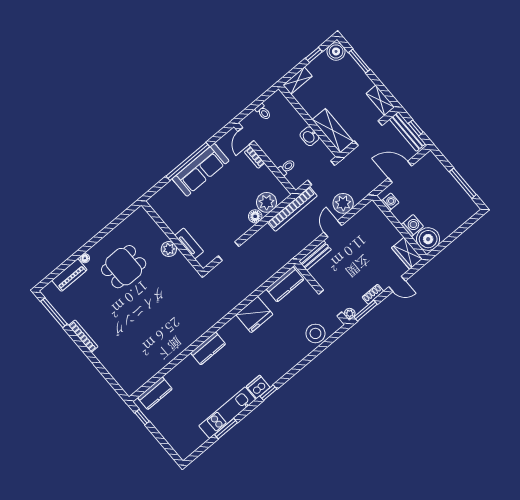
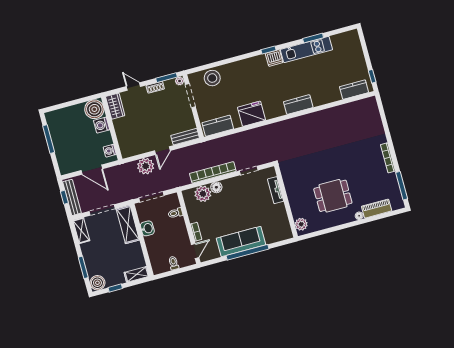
bookcase: (292, 209) -> (213, 172), moved
plant: (169, 249) -> (301, 224), moved

